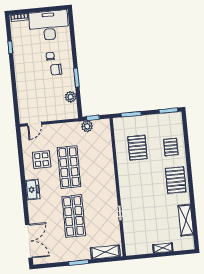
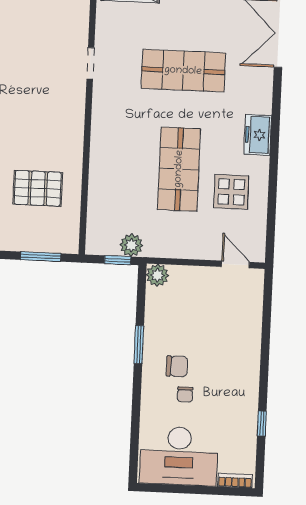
plant: (71, 97) -> (157, 275), moved
door: (34, 124) -> (235, 264), hinge flipped
pallet: (137, 148) -> (38, 188), turned 90
shop shelf: (74, 216) -> (183, 71), turned 90

